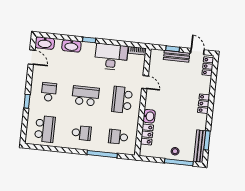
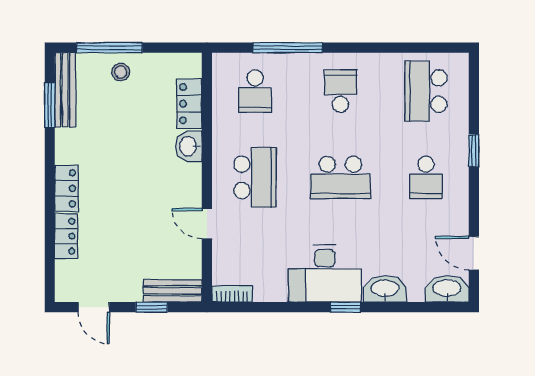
bench: (177, 56) -> (173, 291), moved
desk: (111, 57) -> (325, 273), moved
locker: (208, 66) -> (66, 236), moved
school desk: (82, 133) -> (340, 91), turned 90
school desk: (118, 137) -> (255, 91), turned 90

